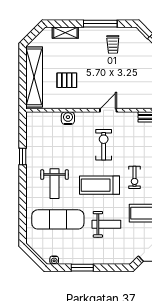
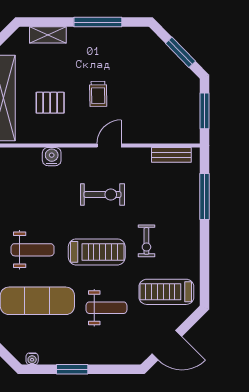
trolley: (113, 44) -> (98, 94), moved
exercise bike: (104, 145) -> (102, 194), turned 90
weight bench: (54, 184) -> (33, 250), turned -90
treadmill: (100, 185) -> (97, 252), turned 180

